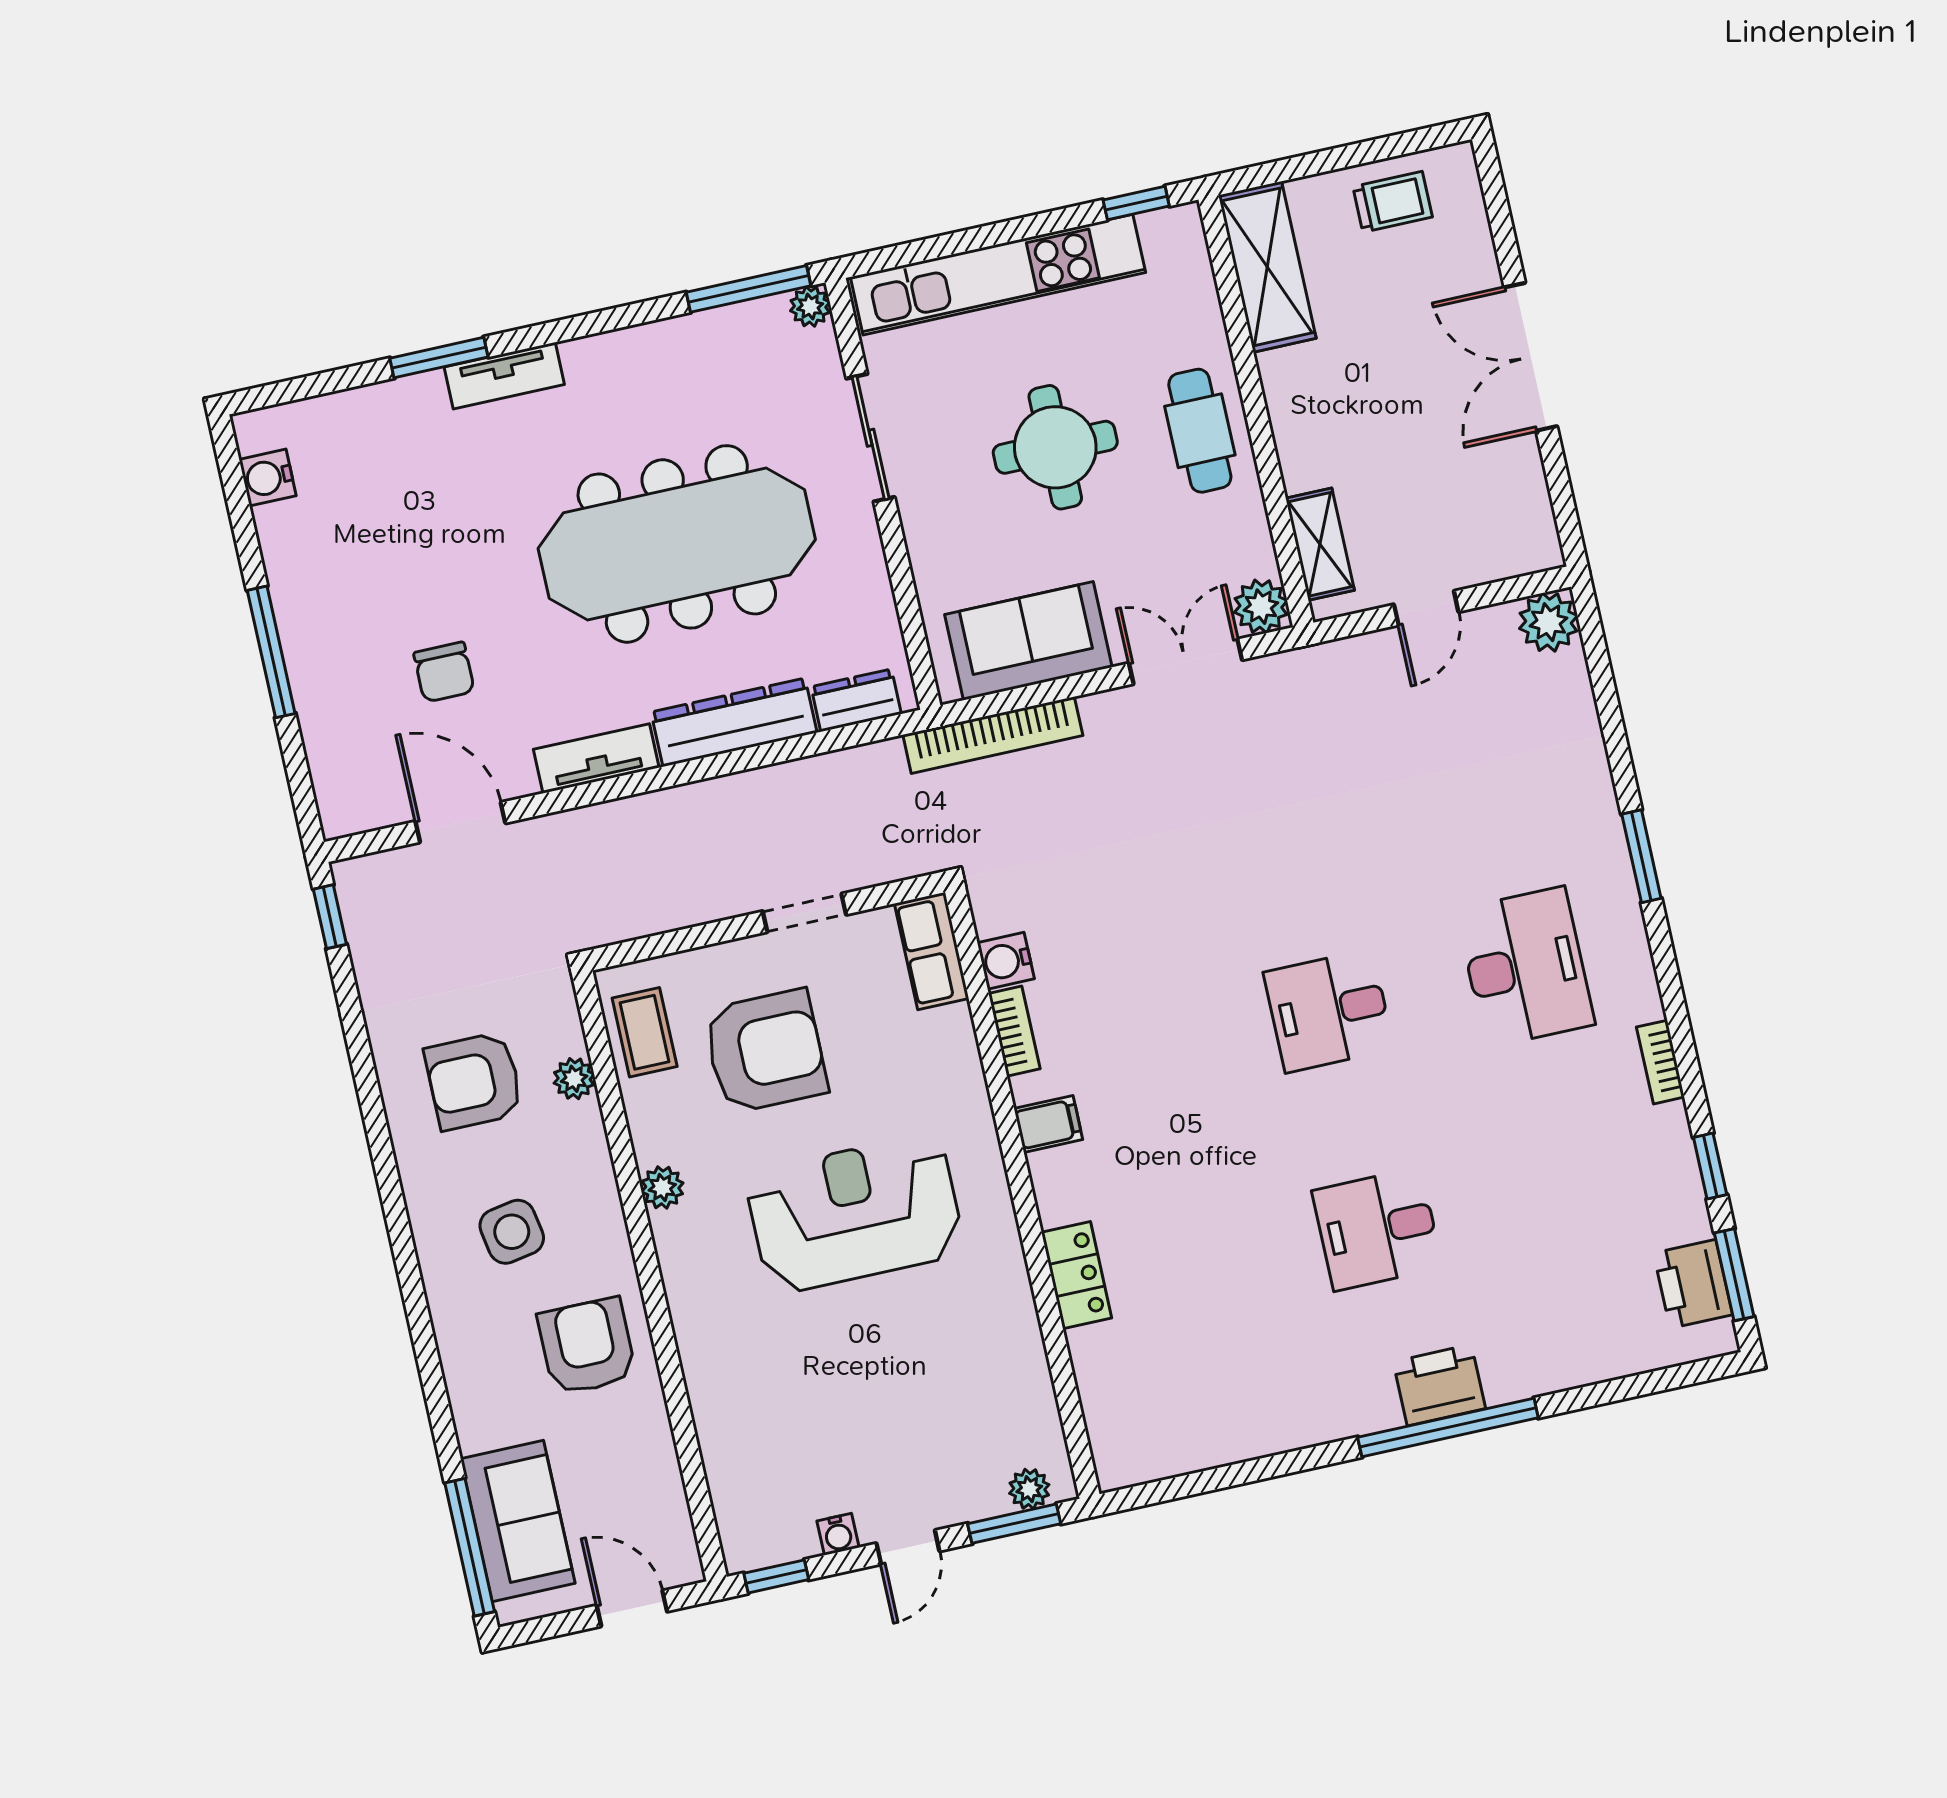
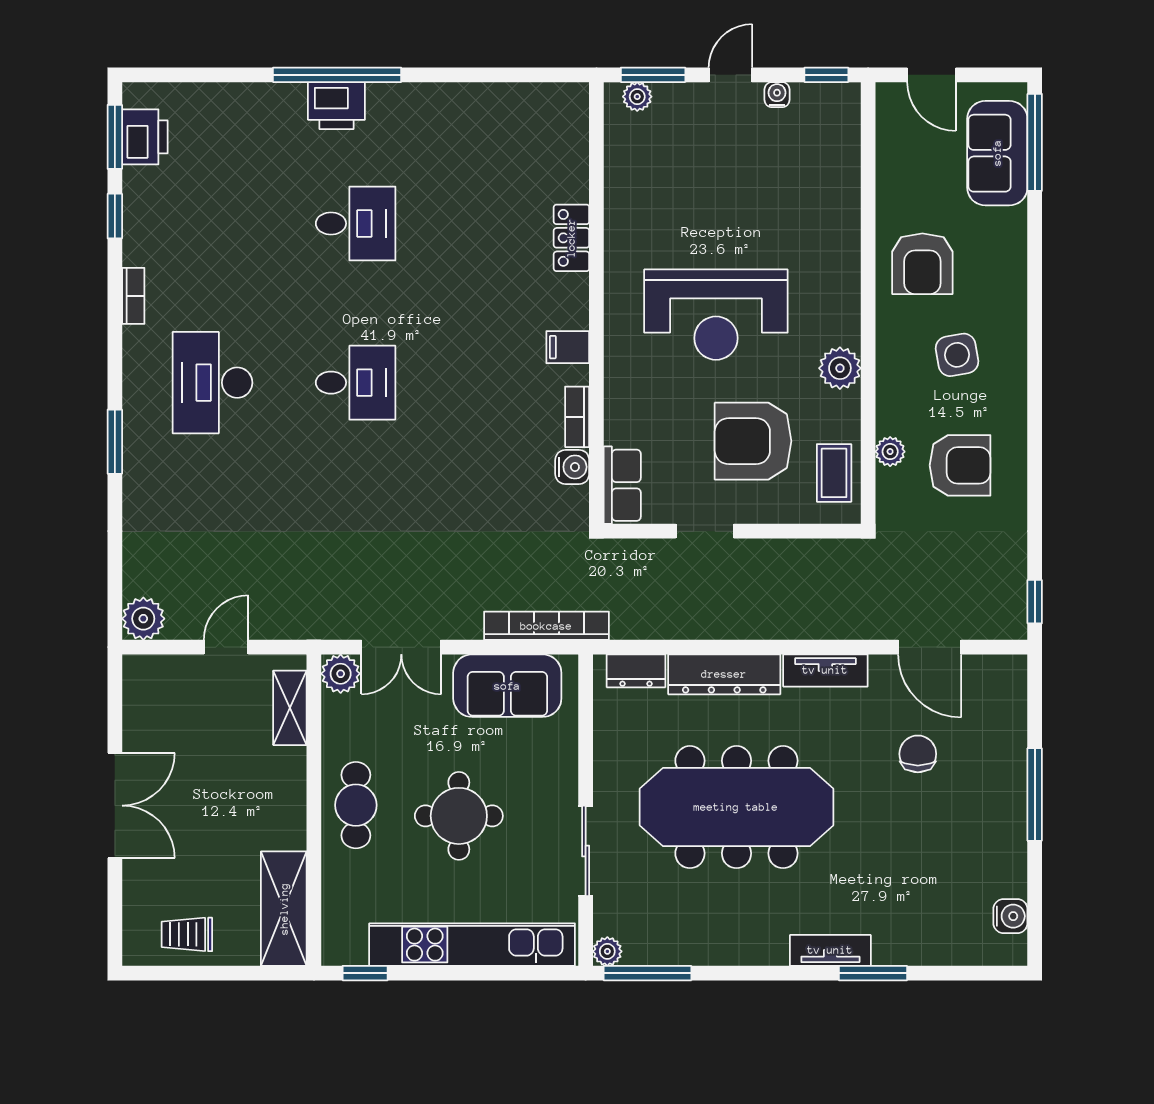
plant: (662, 1187) -> (840, 368), width x1.38, depth x1.38

